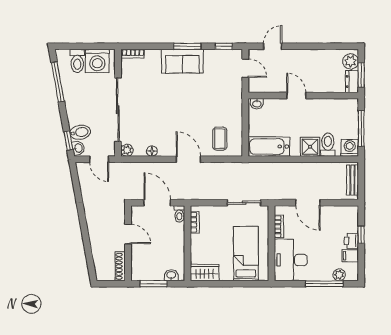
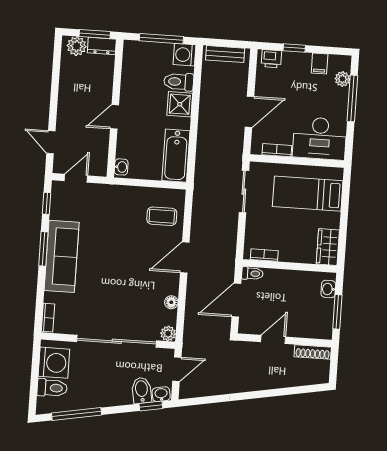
sofa: (182, 61) -> (62, 256), width x1.36
printer: (351, 241) -> (271, 59), moved

